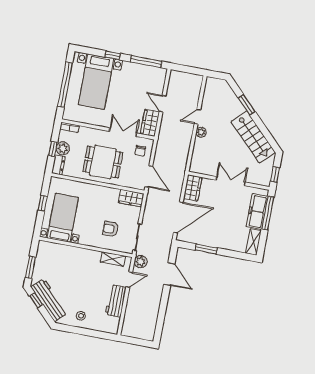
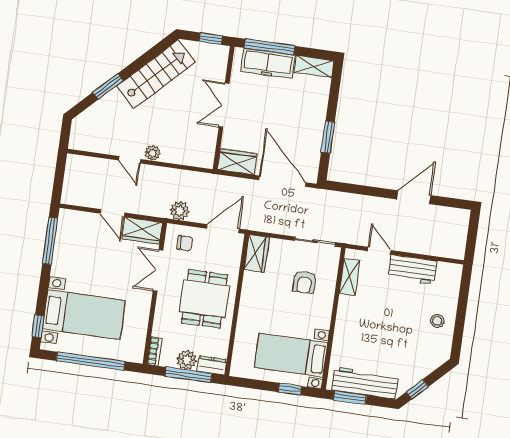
window: (112, 55) -> (38, 326), moved
door: (163, 104) -> (112, 213), hinge flipped
window: (53, 149) -> (188, 375), width x2.17
window: (43, 203) -> (290, 389), moved
plant: (141, 262) -> (180, 211), moved
window: (31, 267) -> (350, 398), moved
door: (169, 274) -> (414, 197), moved
workbench: (49, 300) -> (365, 383), moved, turned 45

